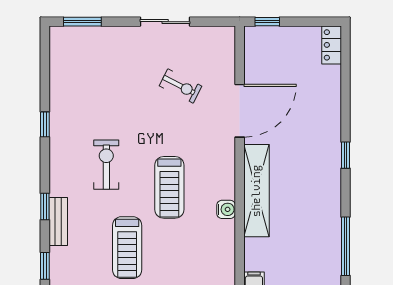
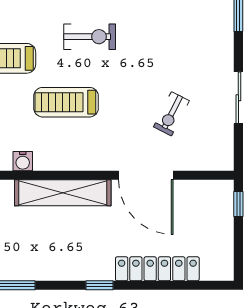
locker: (332, 45) -> (157, 269), moved, width x2.16, depth x1.21
water cooler: (226, 209) -> (23, 161), moved

